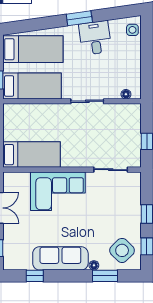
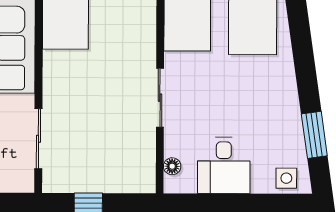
window: (79, 18) -> (314, 135), moved
desk: (95, 38) -> (224, 165), moved, turned 98

